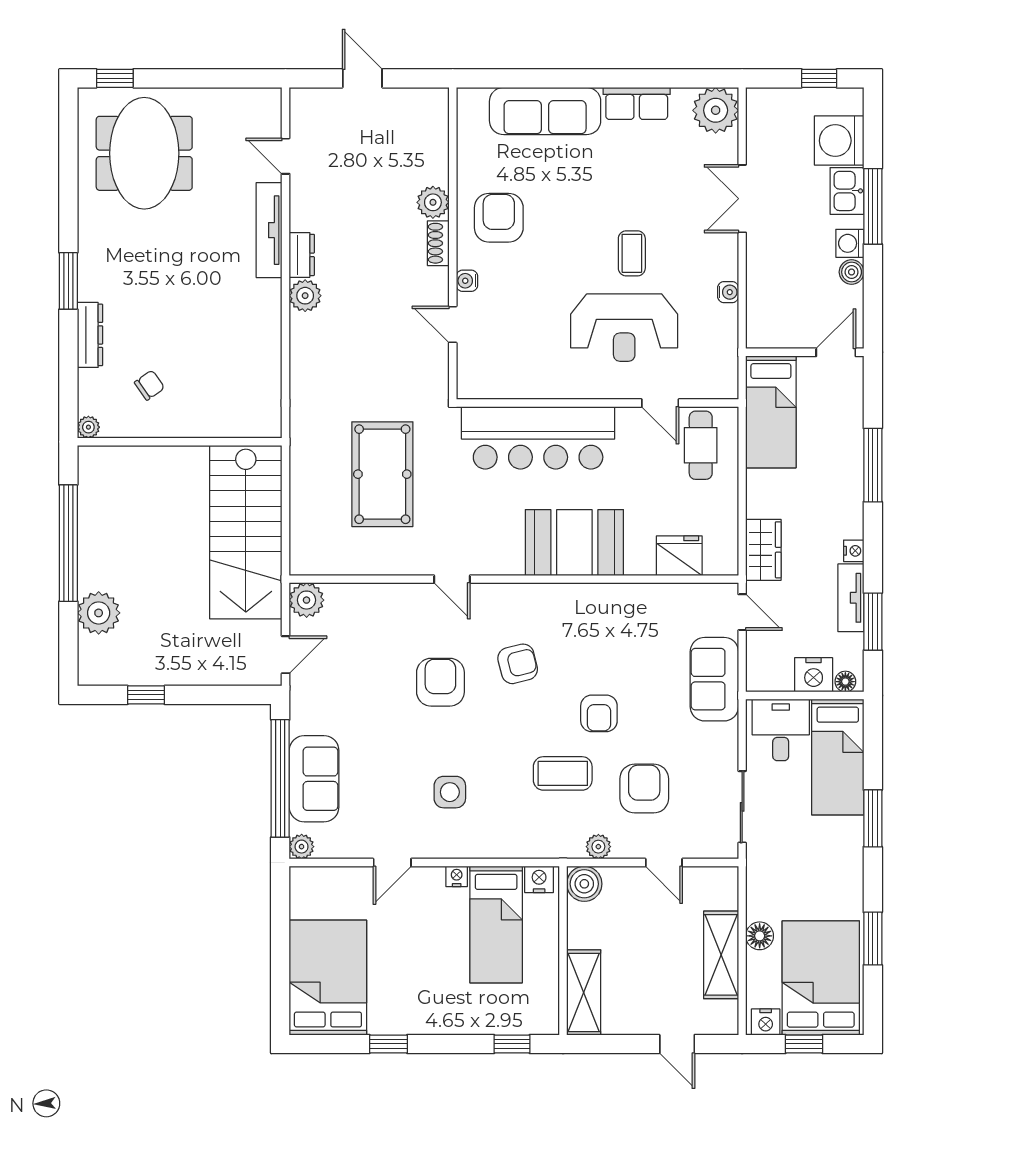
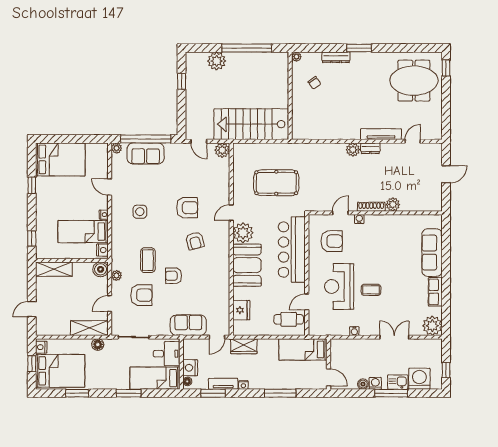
armchair: (499, 218) -> (332, 241), moved
shoe rack: (438, 243) -> (371, 207), width x1.43
plant: (499, 552) -> (243, 233), added
floor lamp: (760, 936) -> (98, 345), moved
shelving: (721, 955) -> (89, 328), moved

